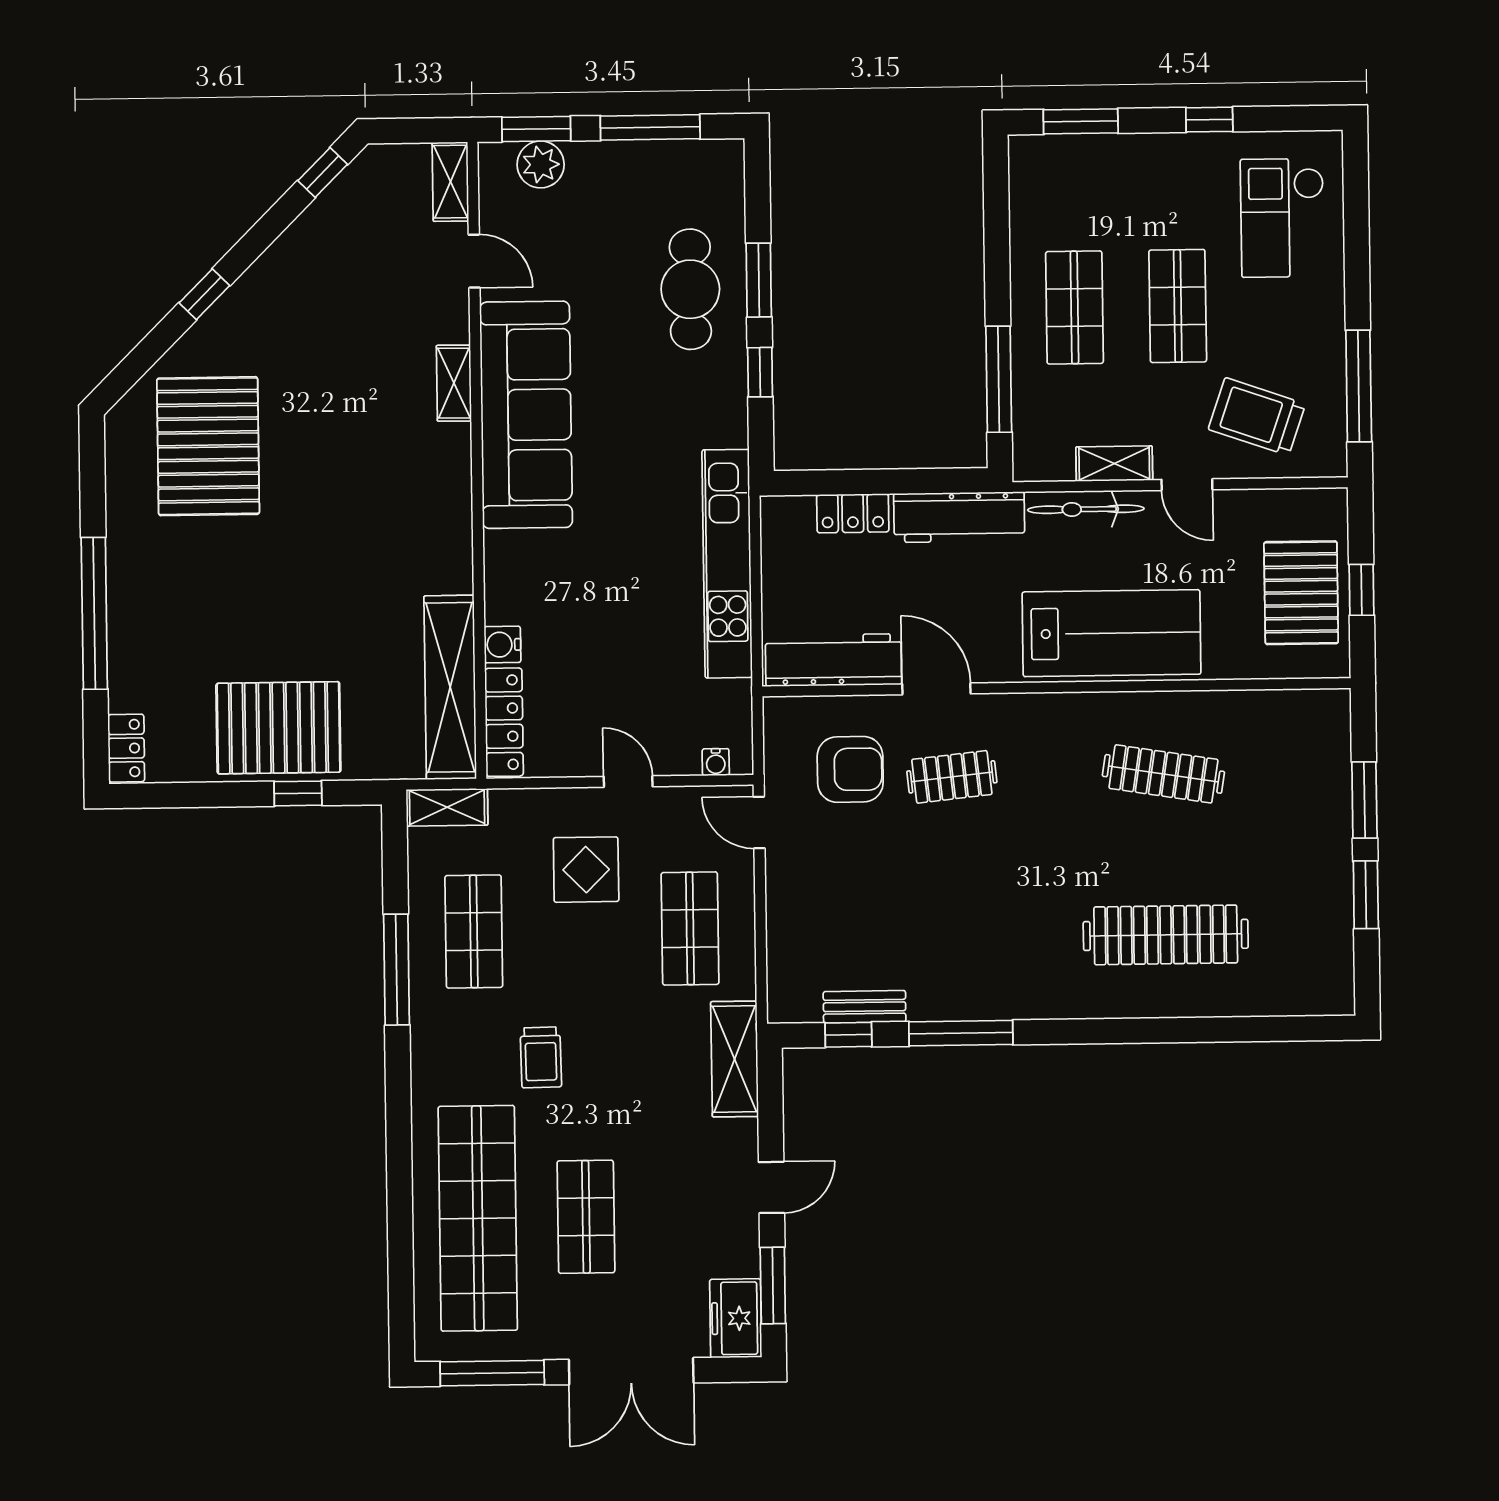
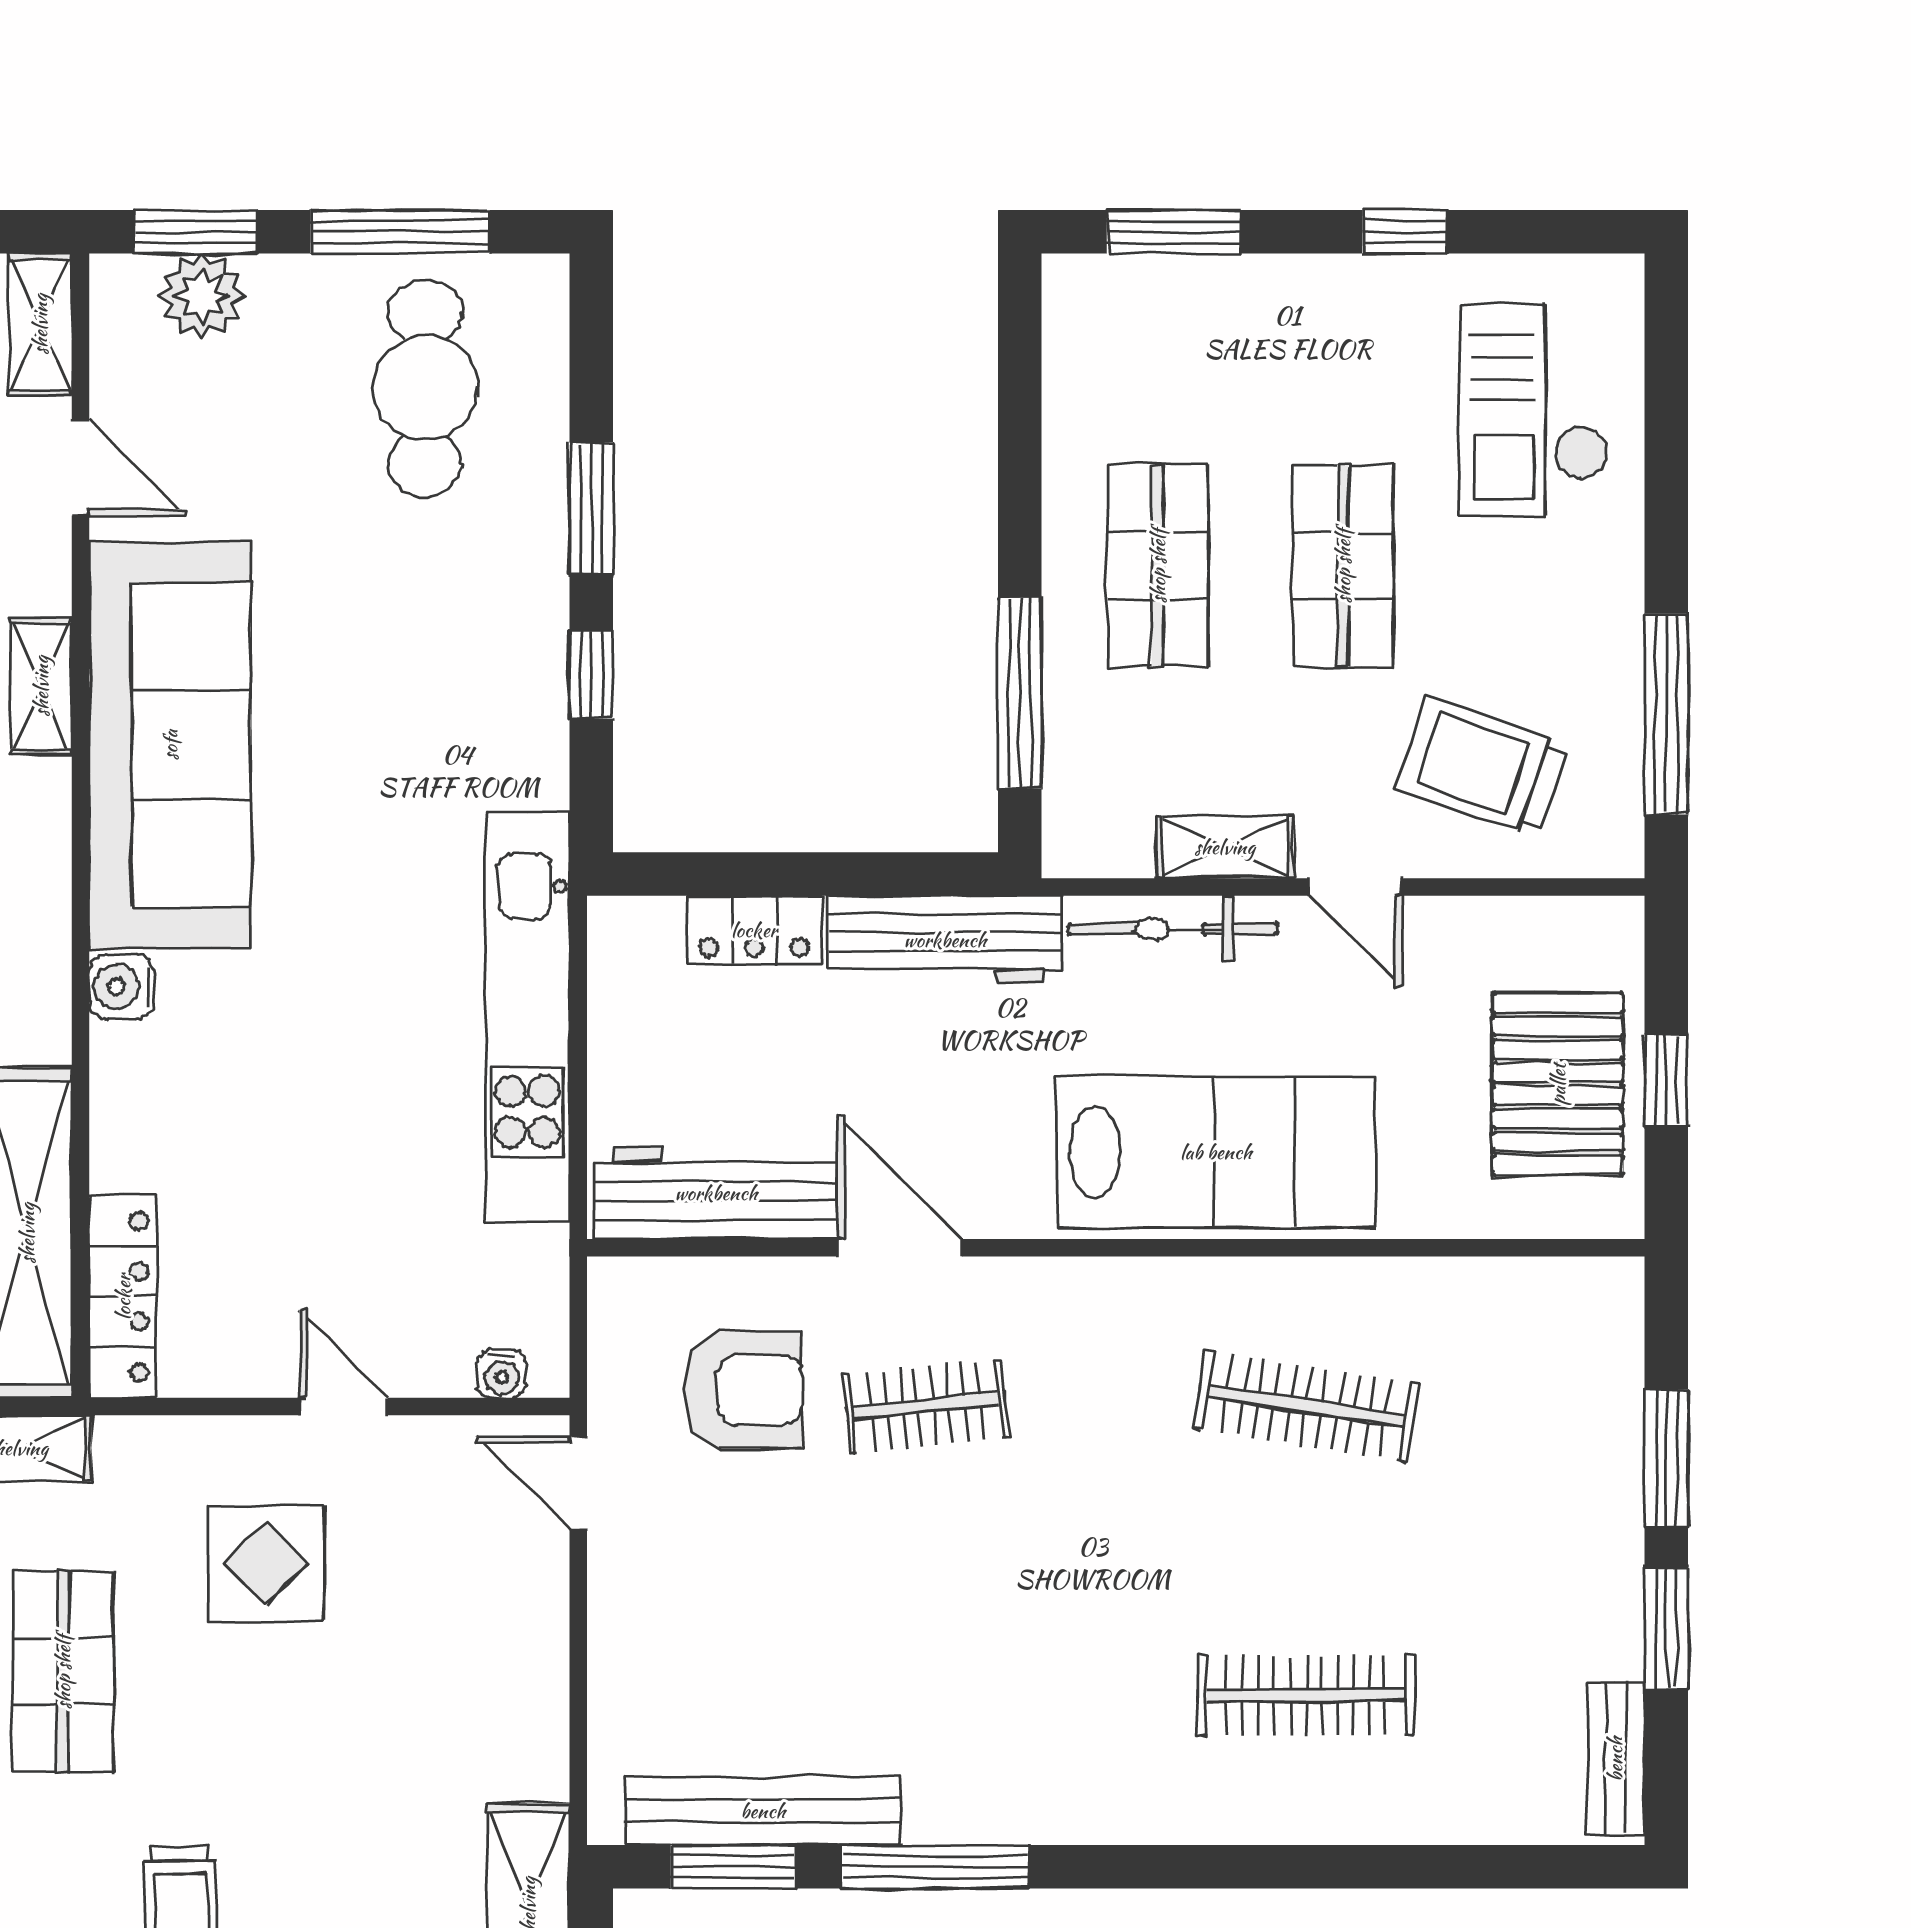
cafe table: (690, 289) -> (425, 388), moved
water cooler: (502, 645) -> (122, 987), moved
shop shelf: (690, 928) -> (451, 1672), removed
clothes rail: (1166, 935) -> (1306, 1695), width x0.73, depth x0.76
bench: (1339, 968) -> (1615, 1759), added
bench: (865, 1007) -> (763, 1811), width x1.86, depth x1.21
window: (848, 1035) -> (733, 1867), width x1.50

